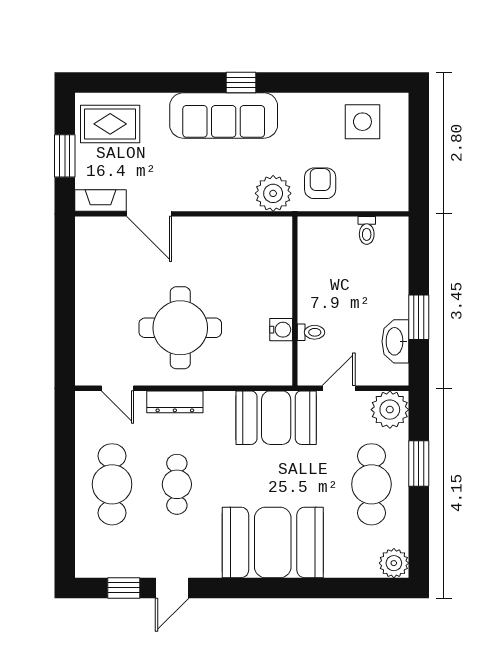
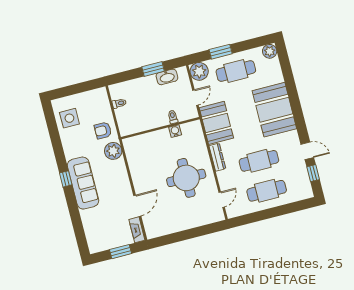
rug: (110, 124) -> (100, 234), removed
door: (339, 388) -> (195, 98), swing flipped
dresser: (175, 402) -> (217, 157), moved
cafe table: (177, 484) -> (259, 161), width x1.37, depth x1.35

